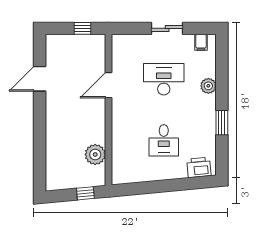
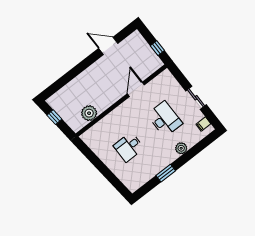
door: (108, 85) -> (136, 89), hinge flipped
printer: (199, 167) -> (129, 180), removed
window: (85, 193) -> (54, 117), moved

